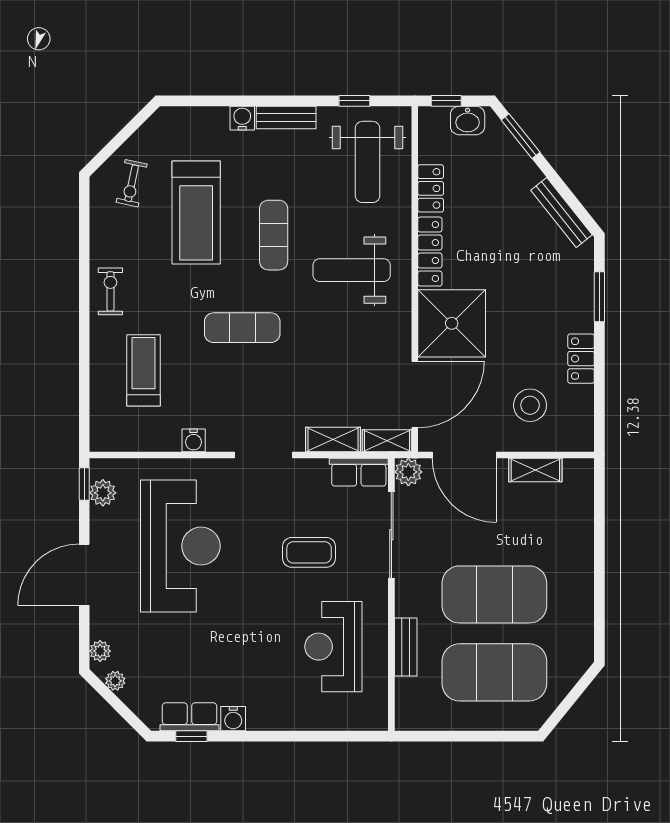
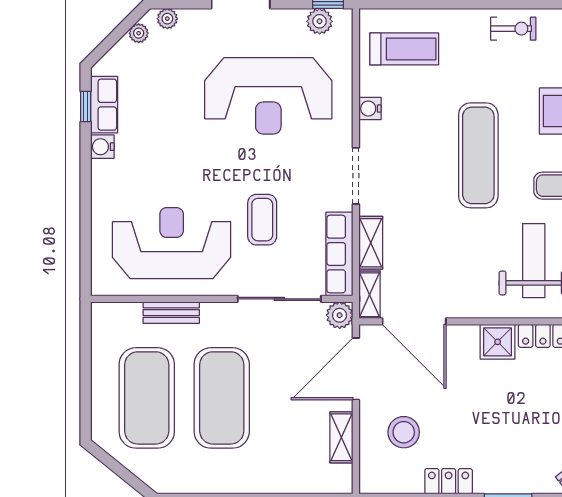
shower: (452, 323) -> (498, 342), width x0.54, depth x0.54
exercise mat: (242, 328) -> (478, 155), width x1.36, depth x1.45
treadmill: (144, 370) -> (404, 49), moved
row of seats: (359, 472) -> (339, 254), width x1.48
reception desk: (333, 647) -> (172, 243), width x1.36, depth x1.30

